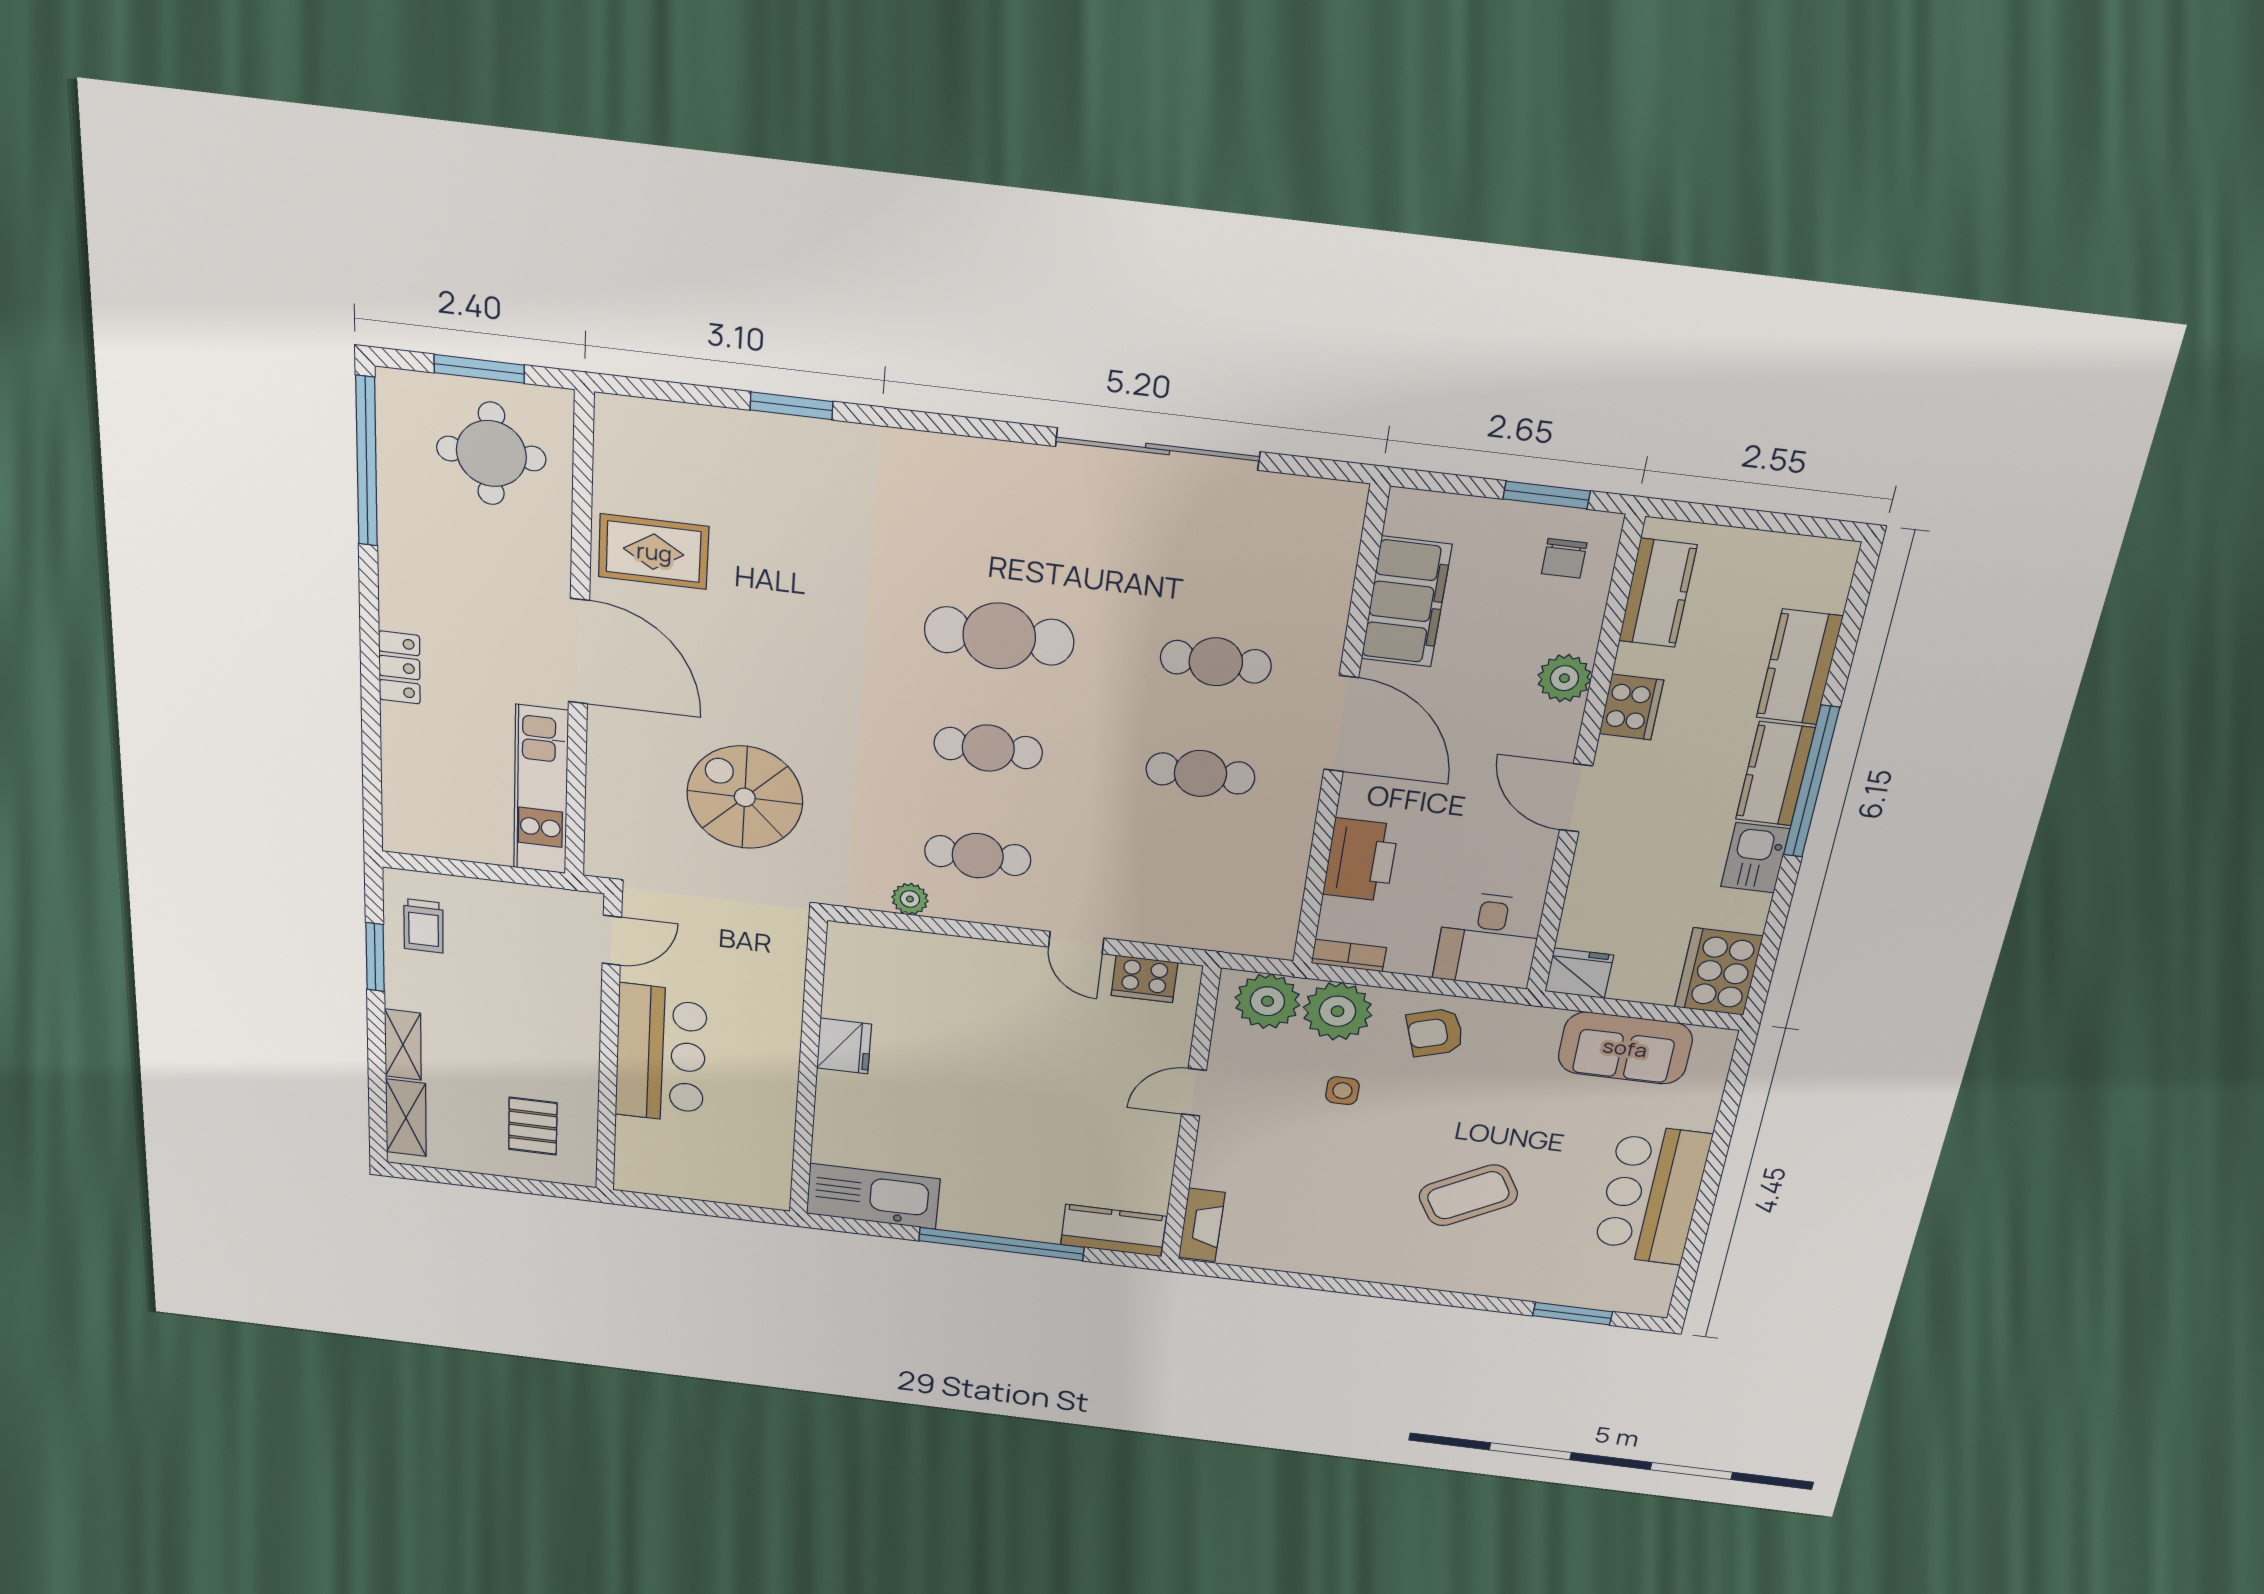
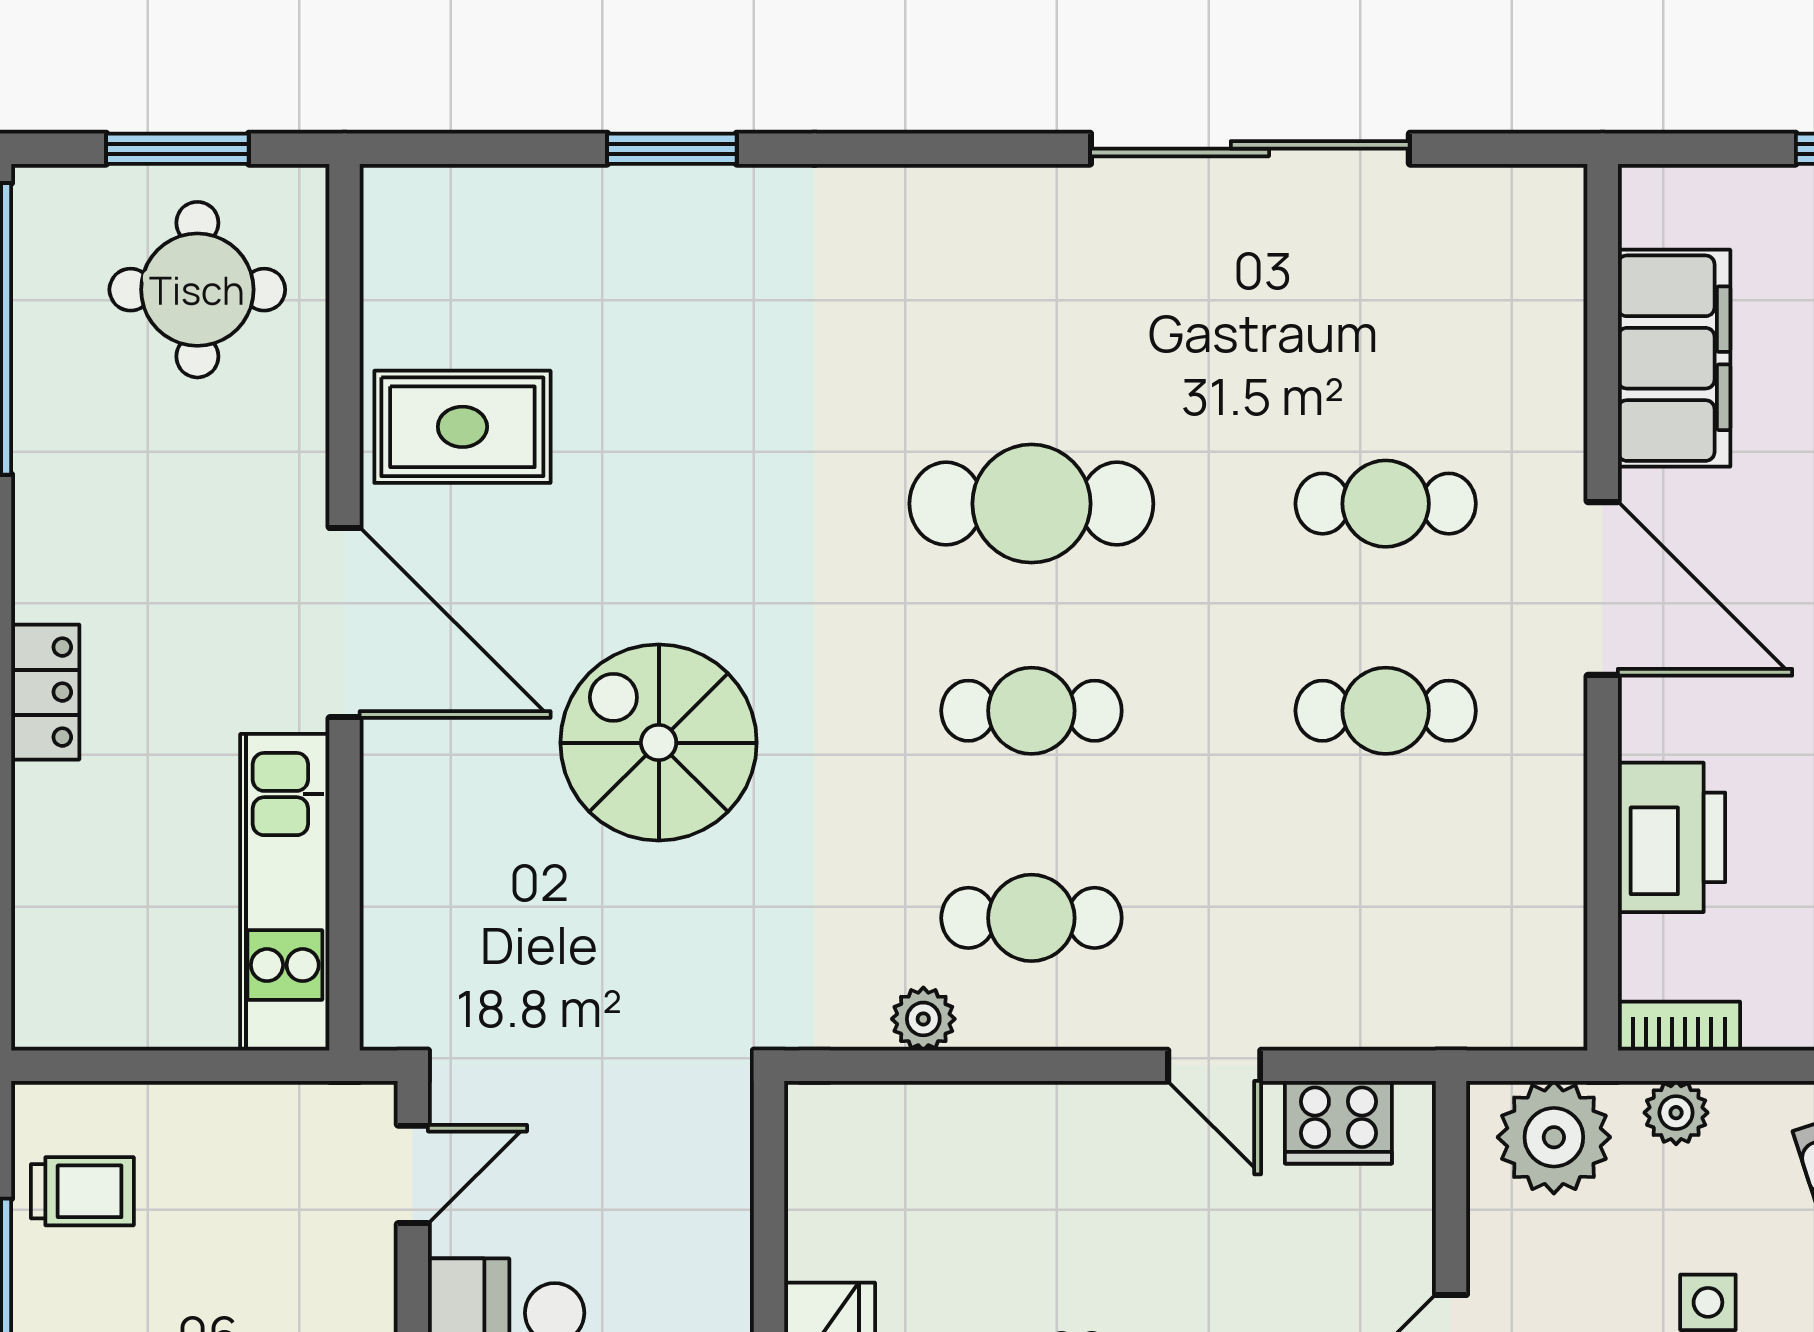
spiral stairs: (745, 797) -> (659, 743), moved
trolley: (424, 926) -> (82, 1191), turned -90
plant: (1338, 1011) -> (1676, 1113), width x0.53, depth x0.53

